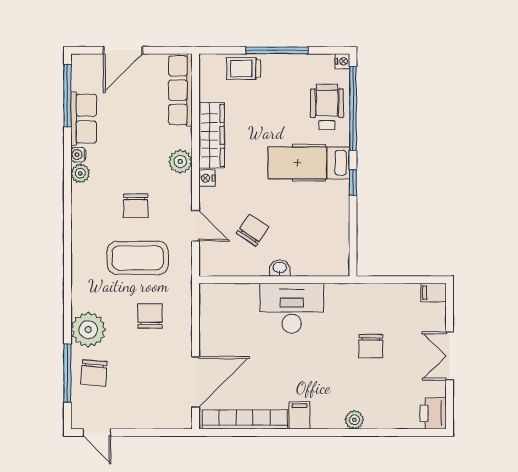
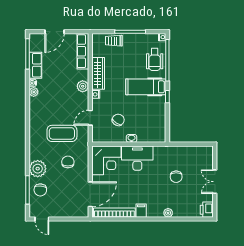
wheelchair: (327, 107) -> (155, 59), turned 180
chair: (136, 206) -> (61, 108), removed
door: (196, 226) -> (90, 118), swing flipped
filing cabinet: (434, 293) -> (207, 150), removed
corner desk: (228, 313) -> (106, 160), added

